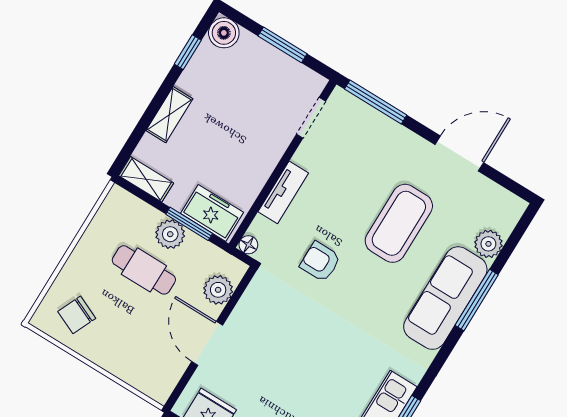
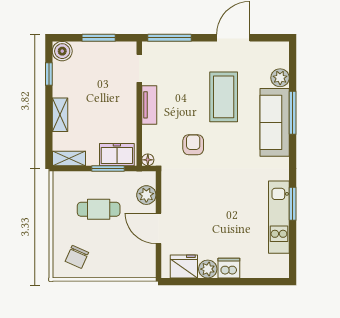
tv unit: (283, 192) -> (149, 105), moved
plant: (170, 234) -> (101, 181), removed
armchair: (320, 262) -> (193, 145), turned 90

